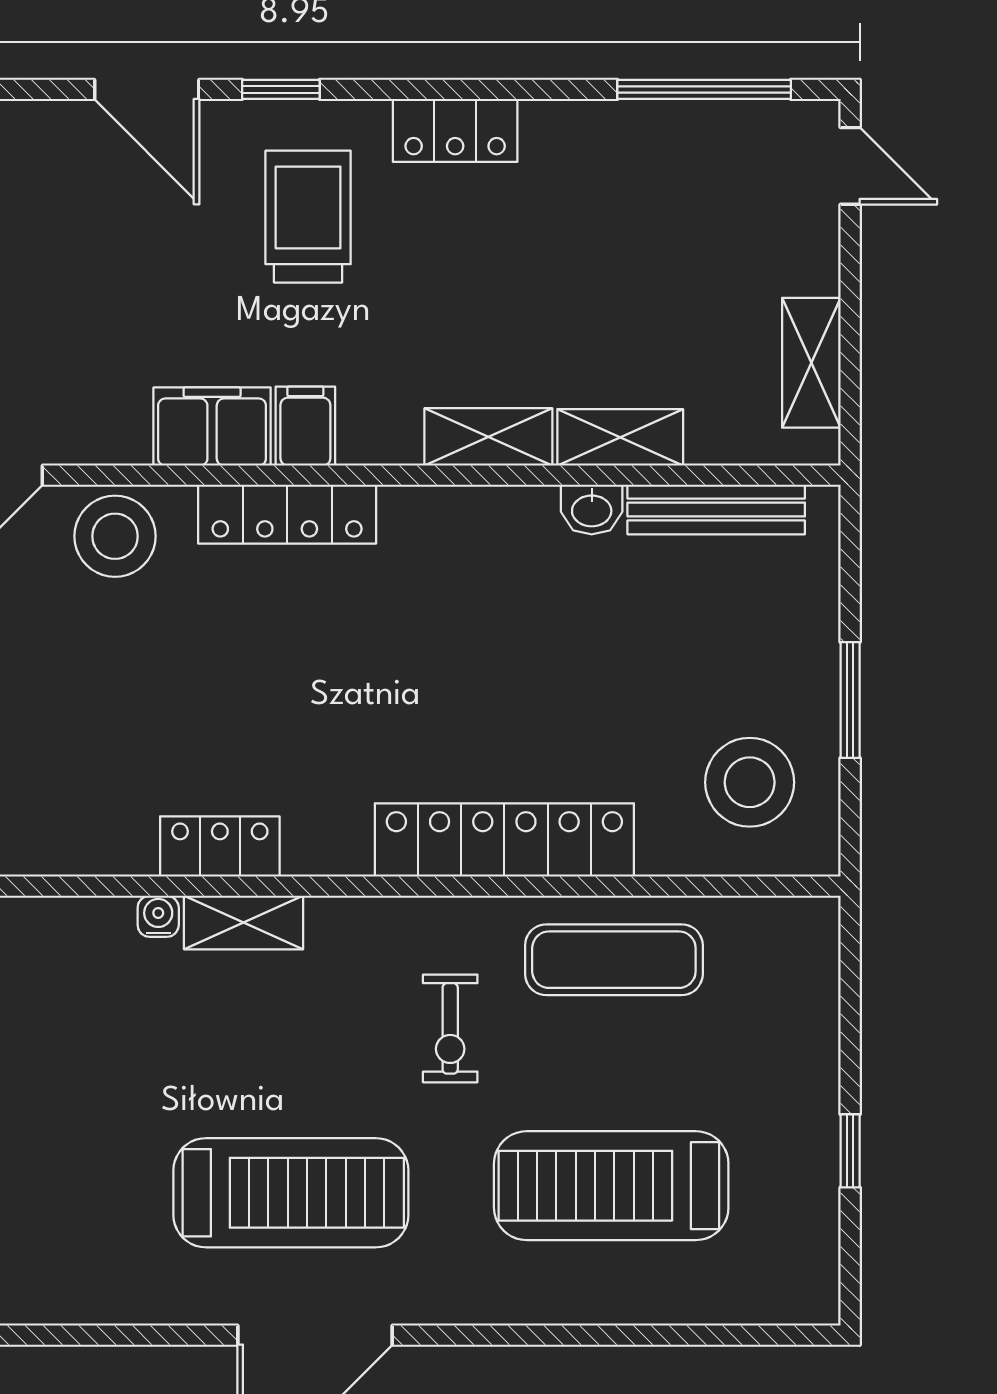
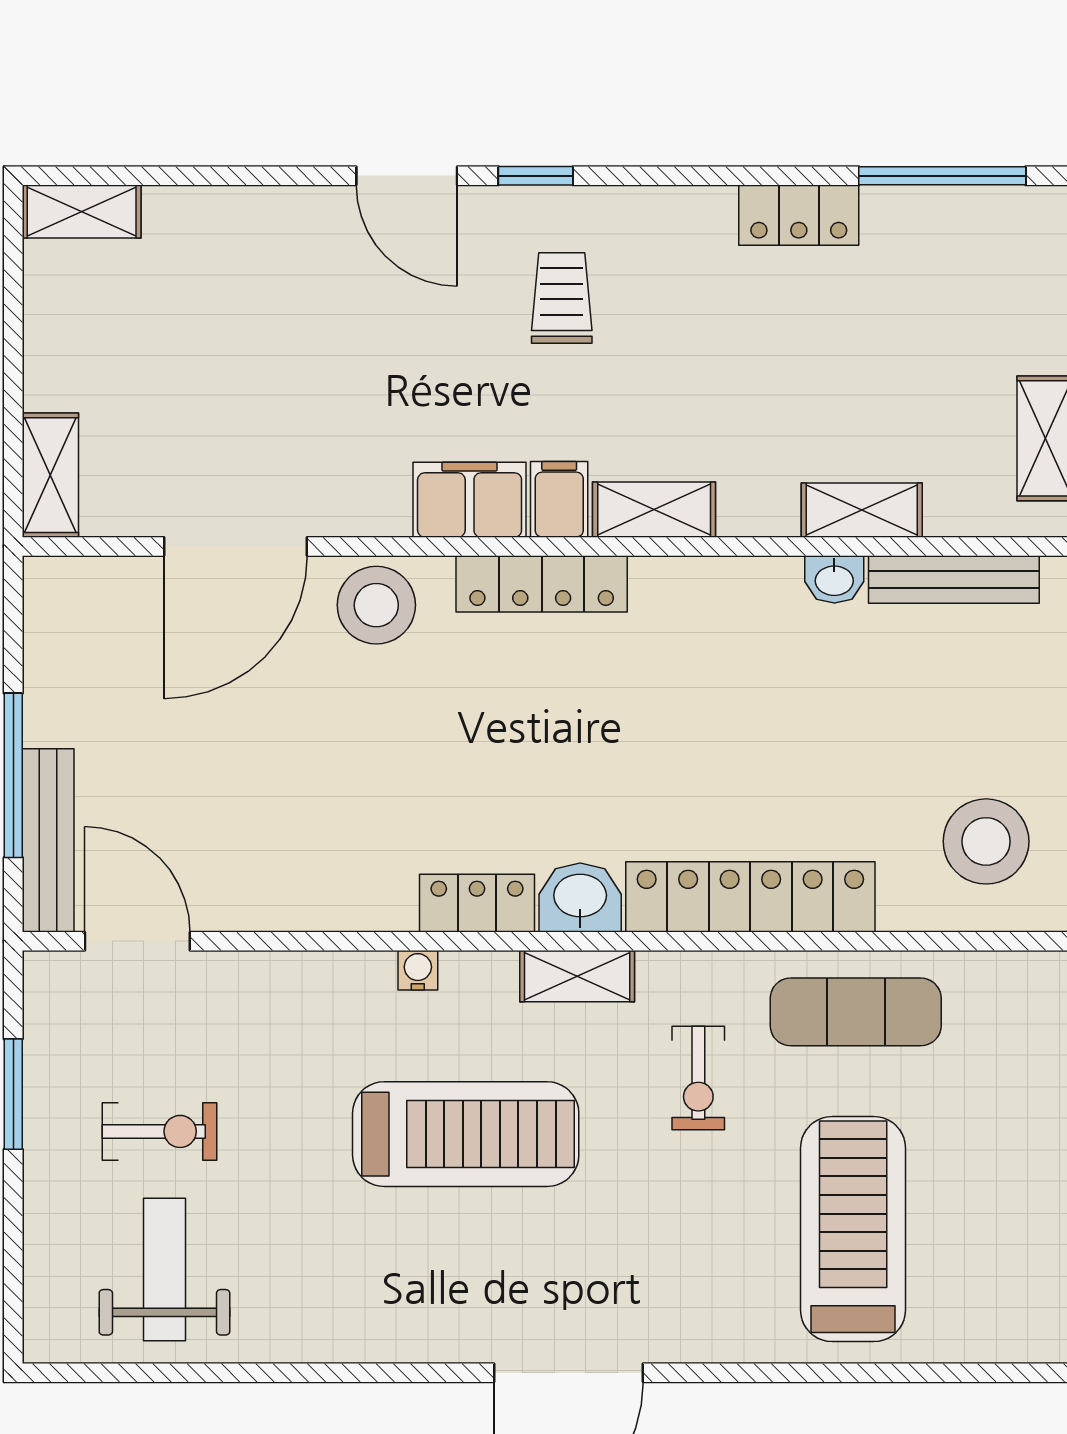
locker: (455, 130) -> (799, 215), moved
trolley: (308, 217) -> (562, 298), width x0.73, depth x0.72
shelving: (488, 437) -> (654, 510), moved
washbasin: (327, 841) -> (580, 898), added
shelving: (244, 922) -> (577, 976), moved
treadmill: (611, 1186) -> (853, 1229), turned 90
treadmill: (291, 1193) -> (466, 1134), moved

